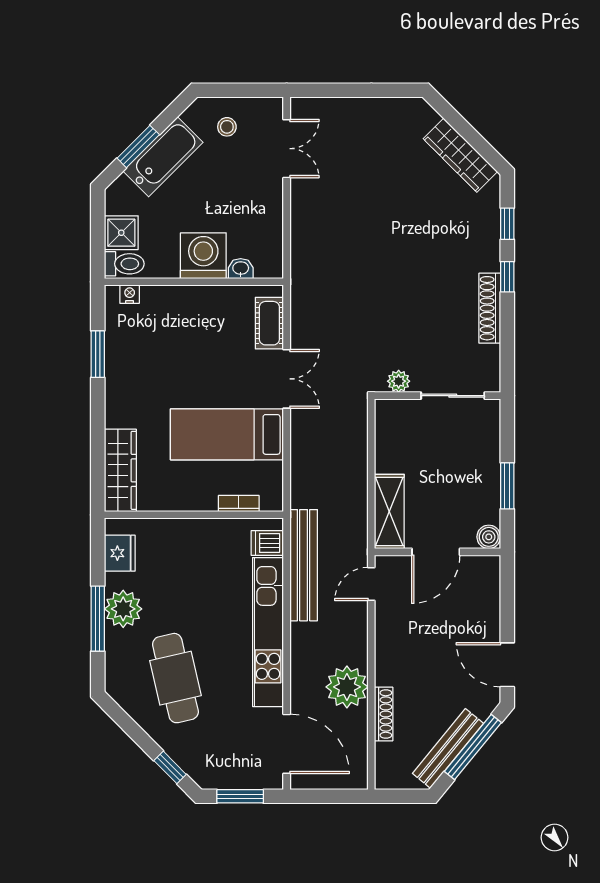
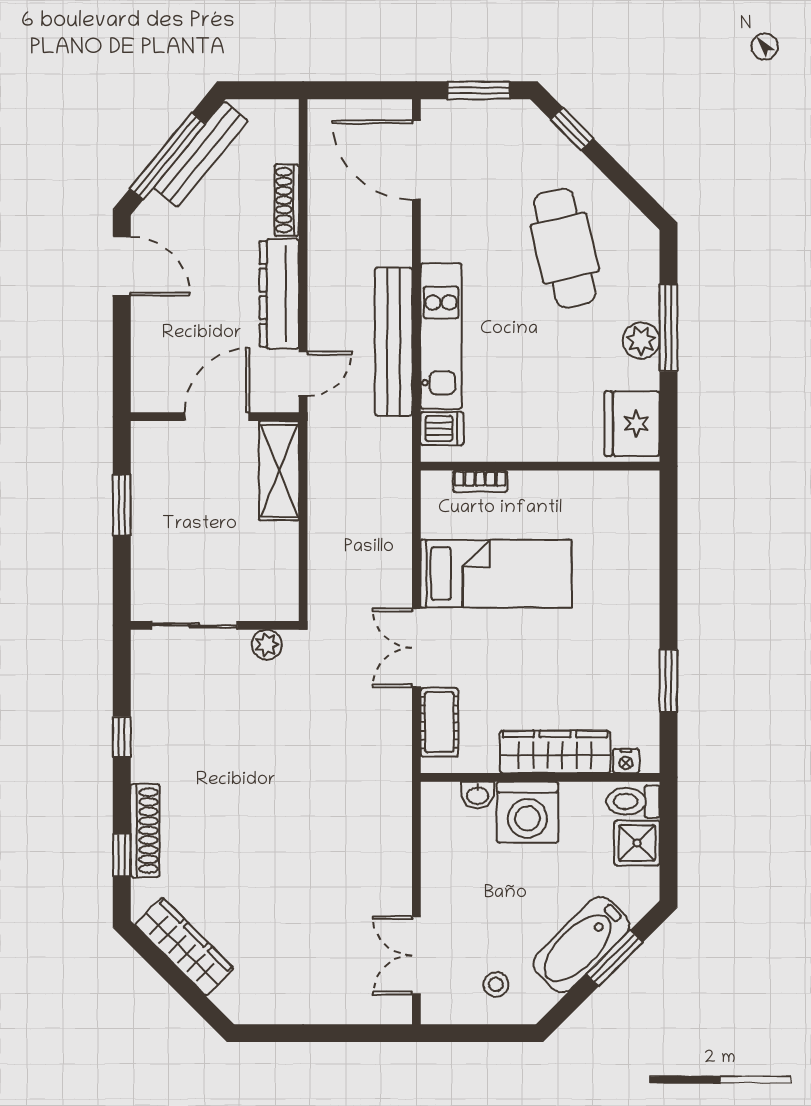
window: (507, 277) -> (122, 737), moved
shoe rack: (490, 308) -> (145, 831), moved
wardrobe: (120, 470) -> (555, 752), moved, turned 90
boiler: (489, 537) -> (146, 437), removed
fridge: (120, 553) -> (632, 424), width x1.36, depth x1.34
bench: (304, 565) -> (394, 342), moved
plant: (123, 609) -> (641, 341), width x0.73, depth x0.73
kitchen unit: (268, 632) -> (441, 336), width x0.73
dresser: (389, 644) -> (279, 294), added
plant: (347, 687) -> (336, 236), removed

